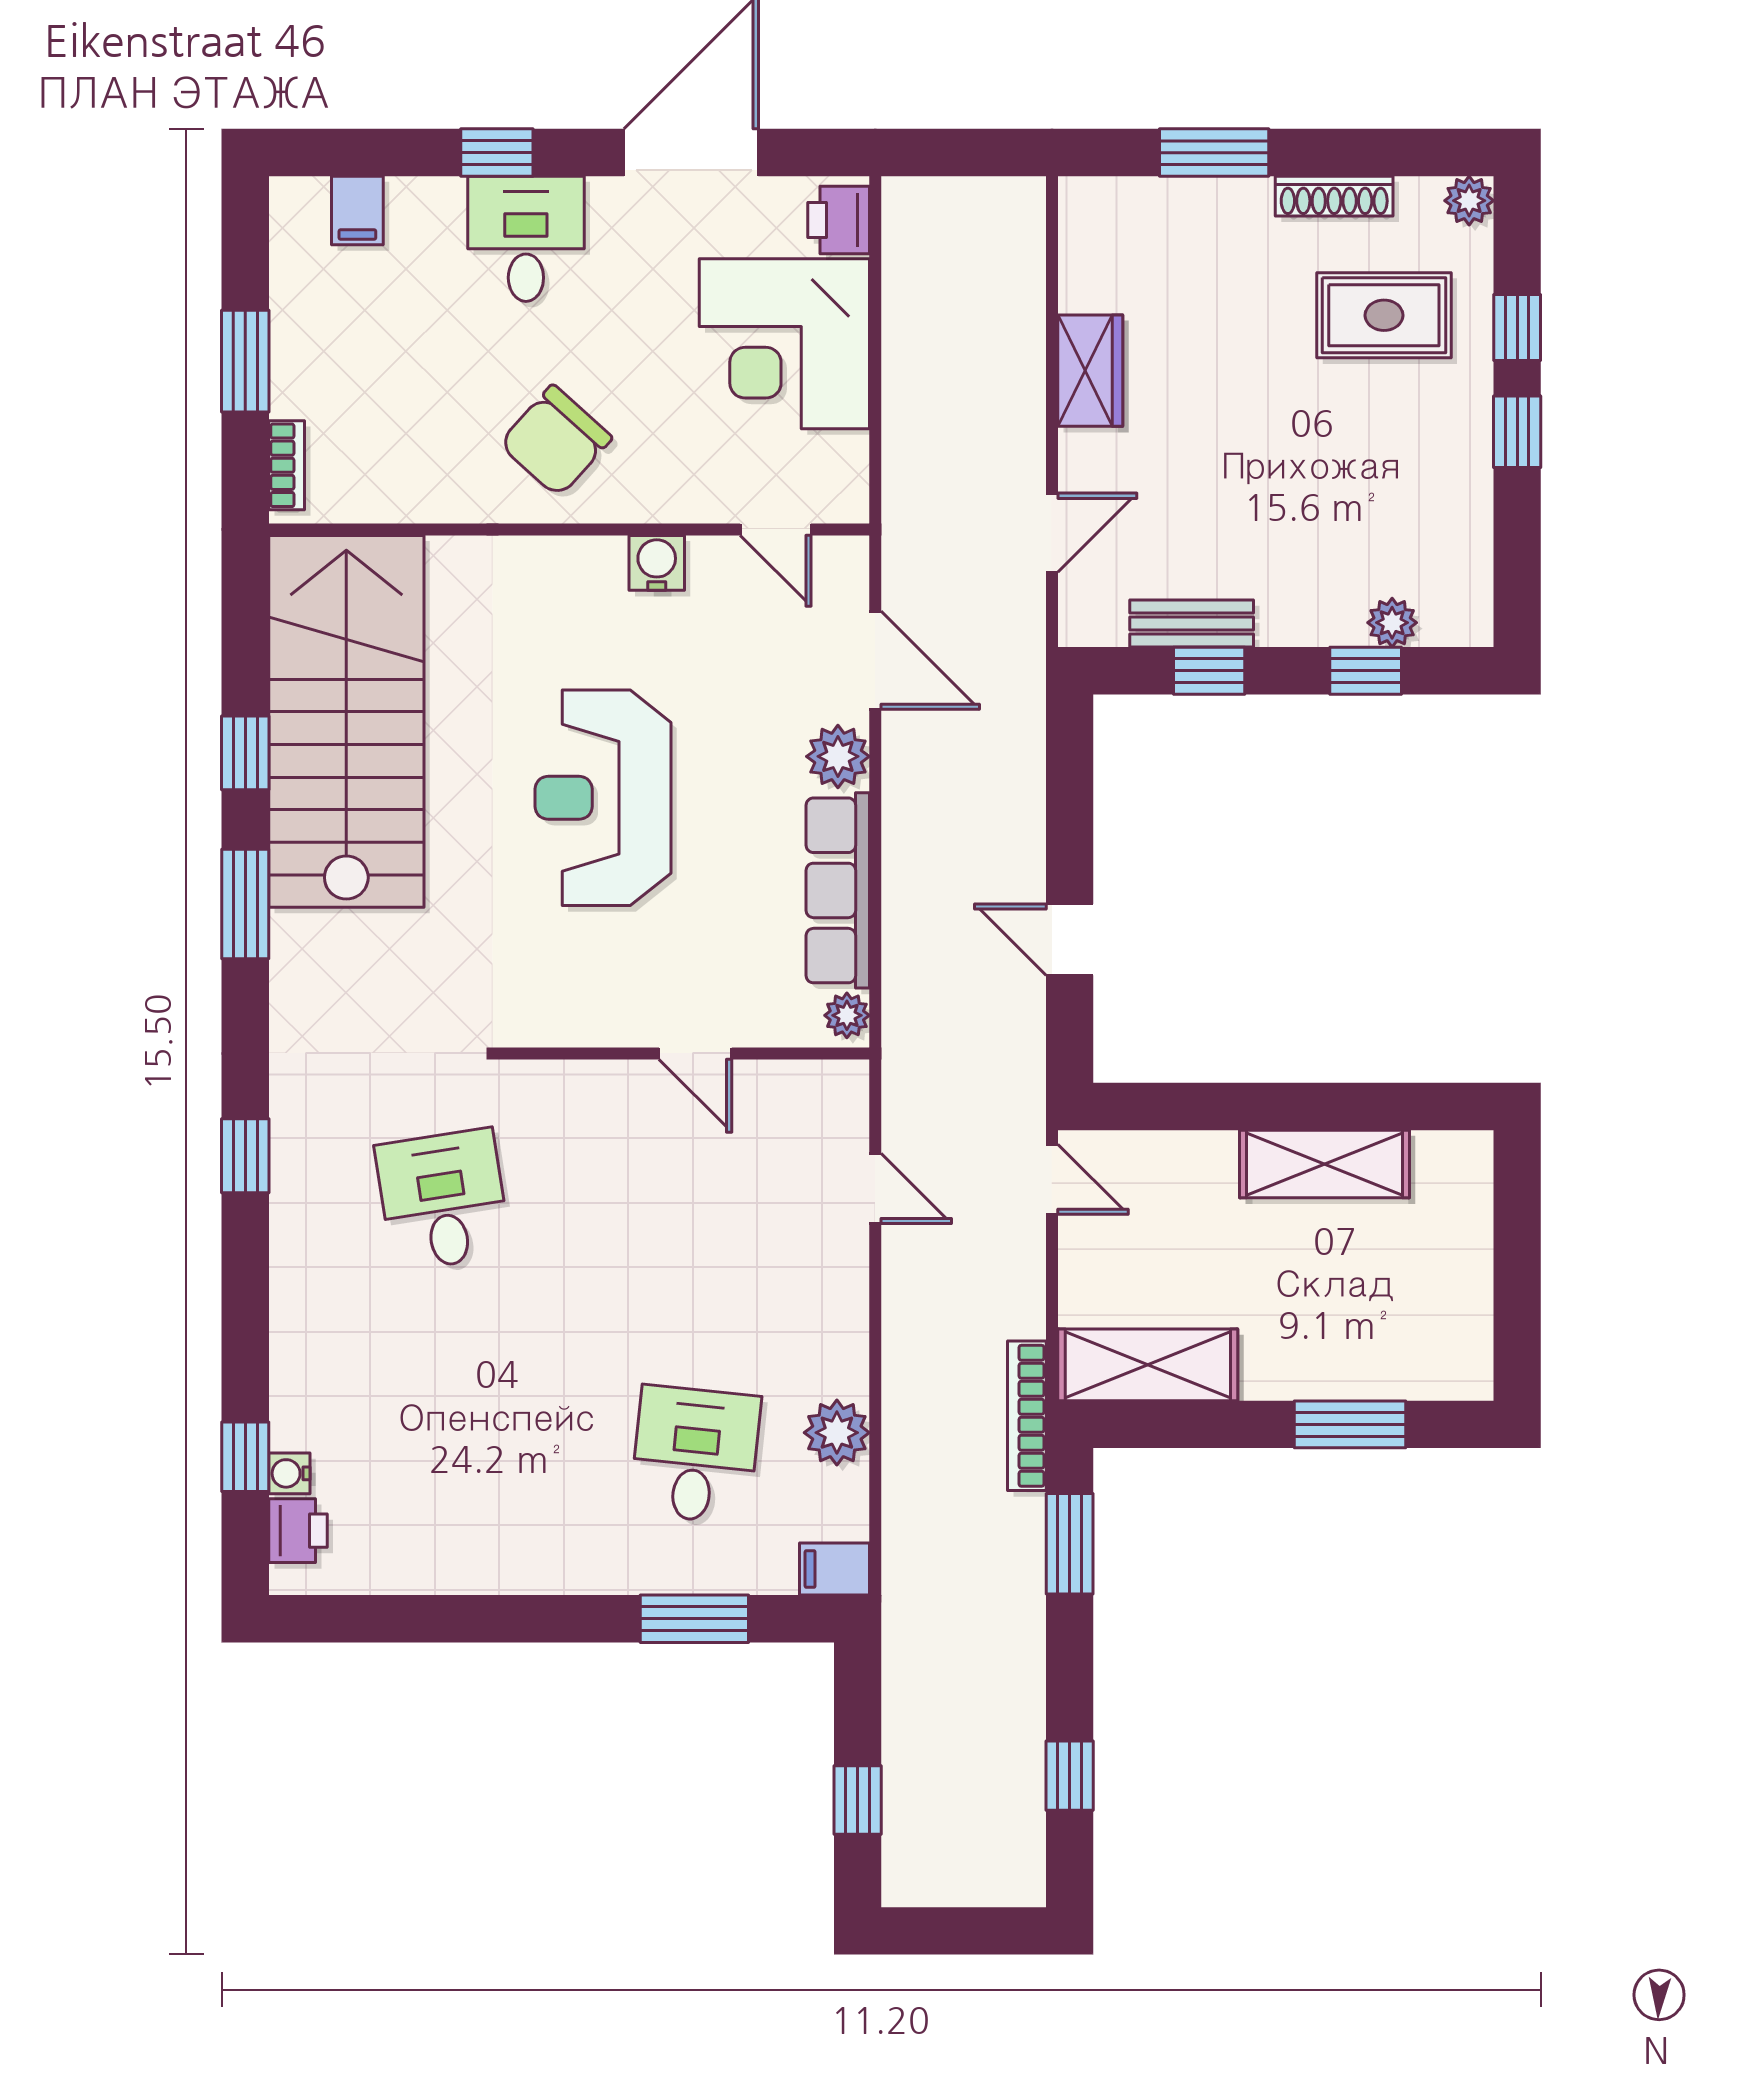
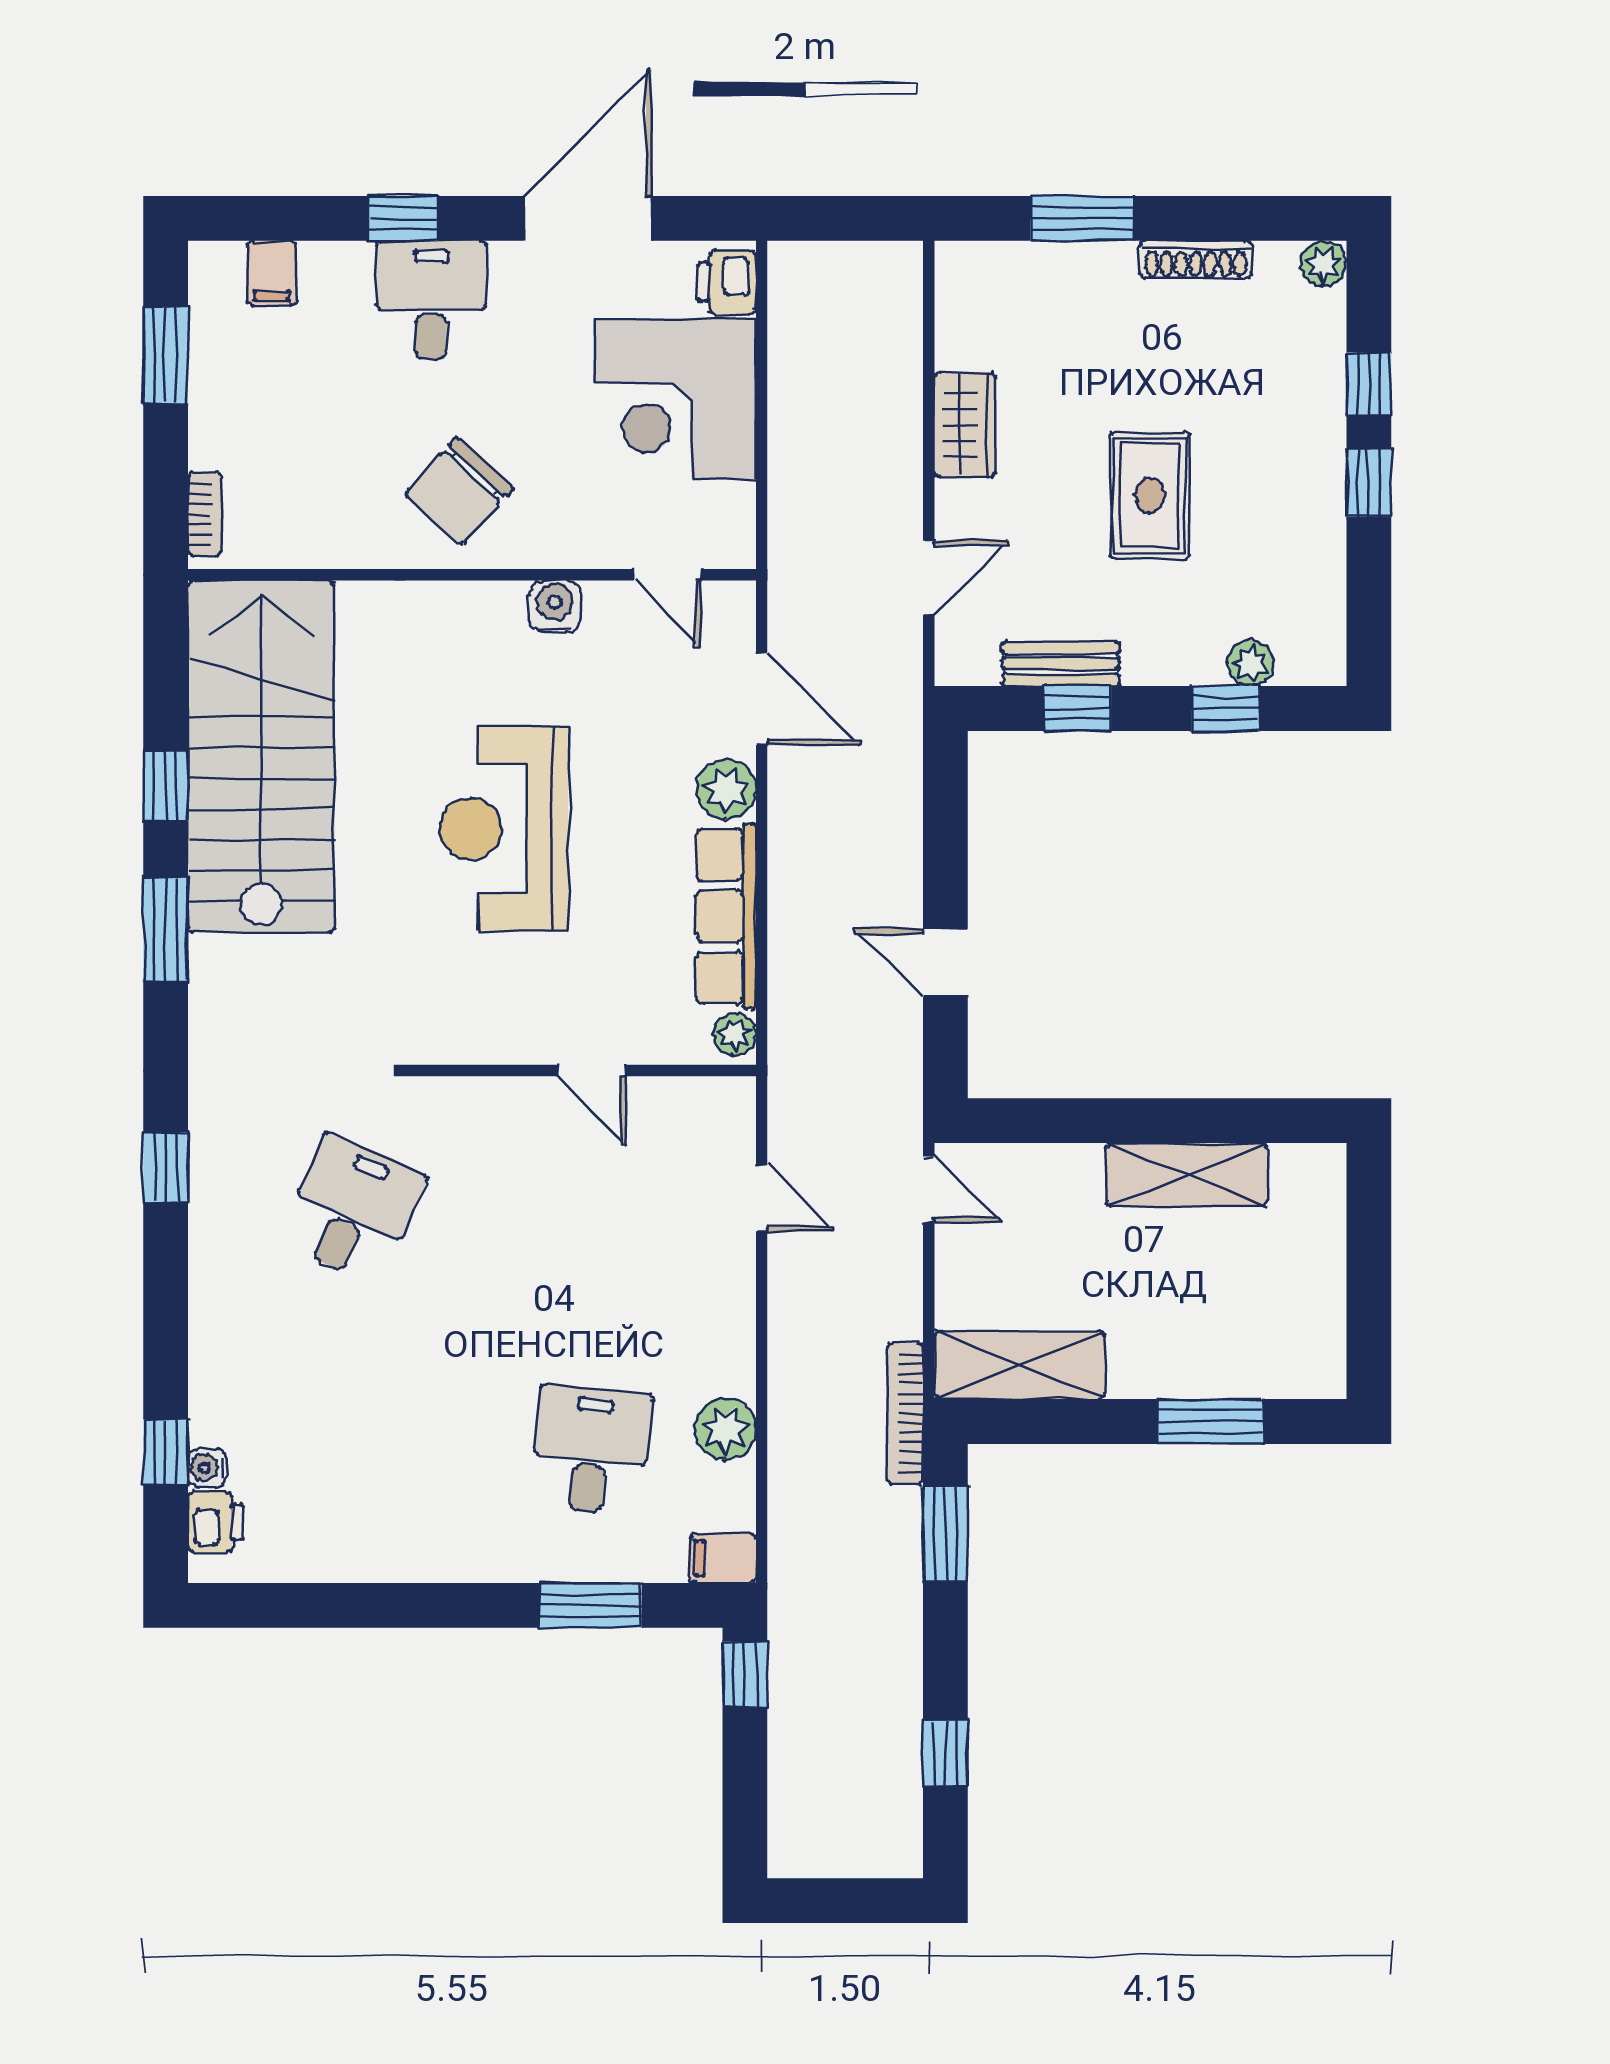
rug: (1384, 315) -> (1150, 495), moved, turned 90
window: (245, 361) -> (166, 355), moved
desk: (443, 1200) -> (353, 1209), turned 33
window: (858, 1800) -> (745, 1674), moved

